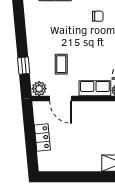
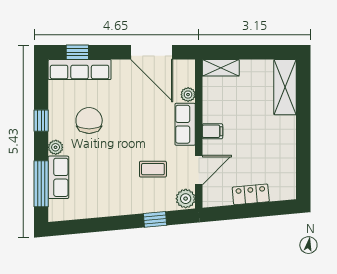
chair: (98, 16) -> (89, 120), width x1.87, depth x1.87
filing cabinet: (90, 109) -> (212, 131), added

